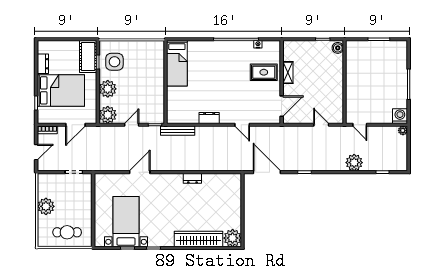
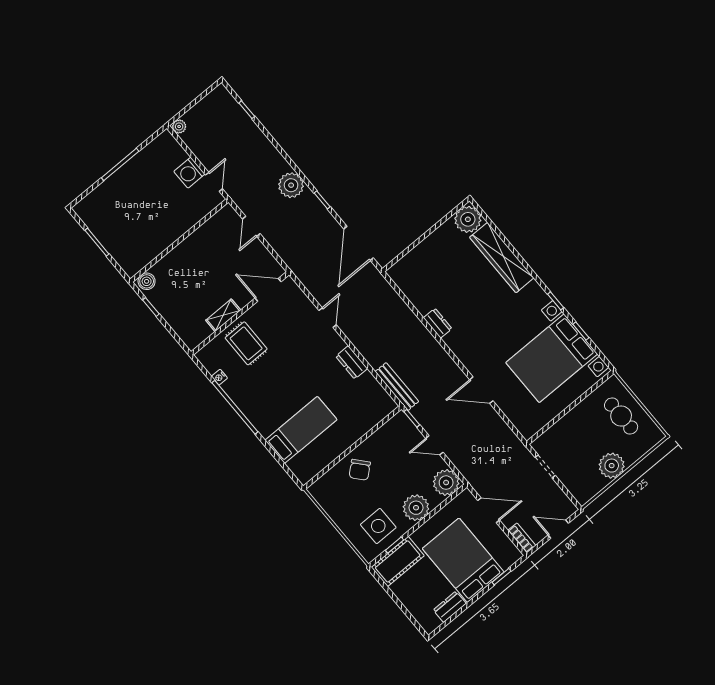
bed: (177, 63) -> (301, 430), moved
chair: (151, 76) -> (360, 470), added
washing machine: (400, 116) -> (189, 173), moved
plant: (354, 163) -> (291, 185), moved
bed with nightstands: (126, 222) -> (552, 358), width x1.36

